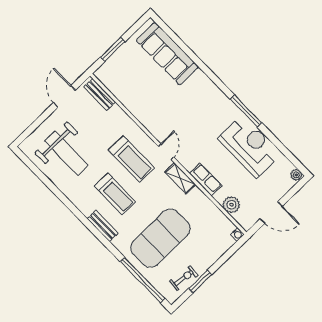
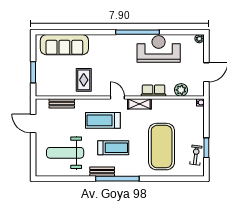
bench: (100, 95) -> (62, 103), moved
rug: (152, 104) -> (84, 80), added
window: (246, 111) -> (138, 32), width x1.46
weight bench: (66, 153) -> (65, 153), turned 180
treadmill: (131, 159) -> (103, 120), turned 180
bench: (103, 226) -> (102, 172), moved
window: (143, 280) -> (117, 179), moved

